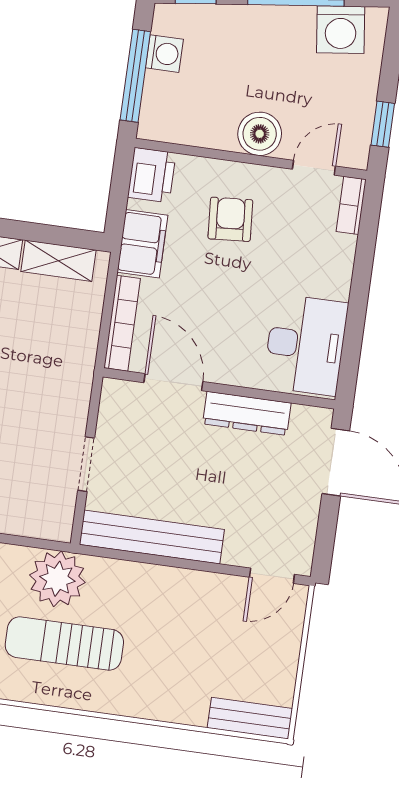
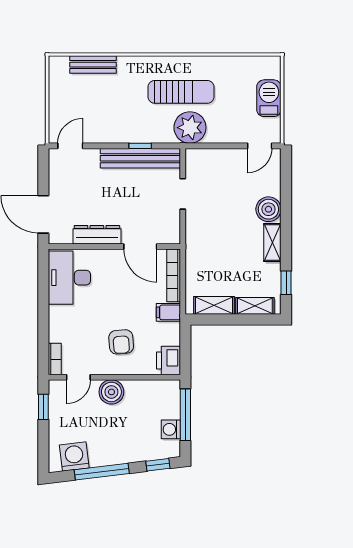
filing cabinet: (142, 244) -> (168, 312), width x0.50
window: (149, 559) -> (140, 146), added
bench: (250, 718) -> (93, 65), moved

